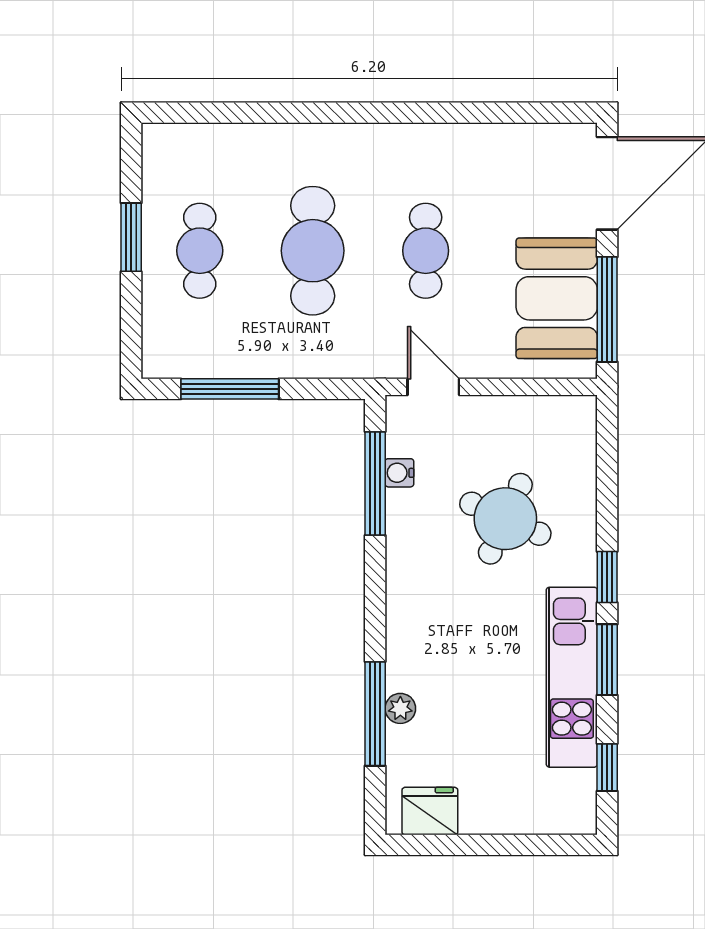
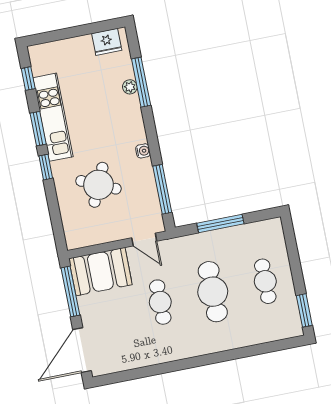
window: (131, 237) -> (304, 310), moved
booth: (557, 298) -> (100, 272), moved, turned 90
window: (230, 389) -> (220, 223), moved
water cooler: (399, 473) -> (143, 151), moved

